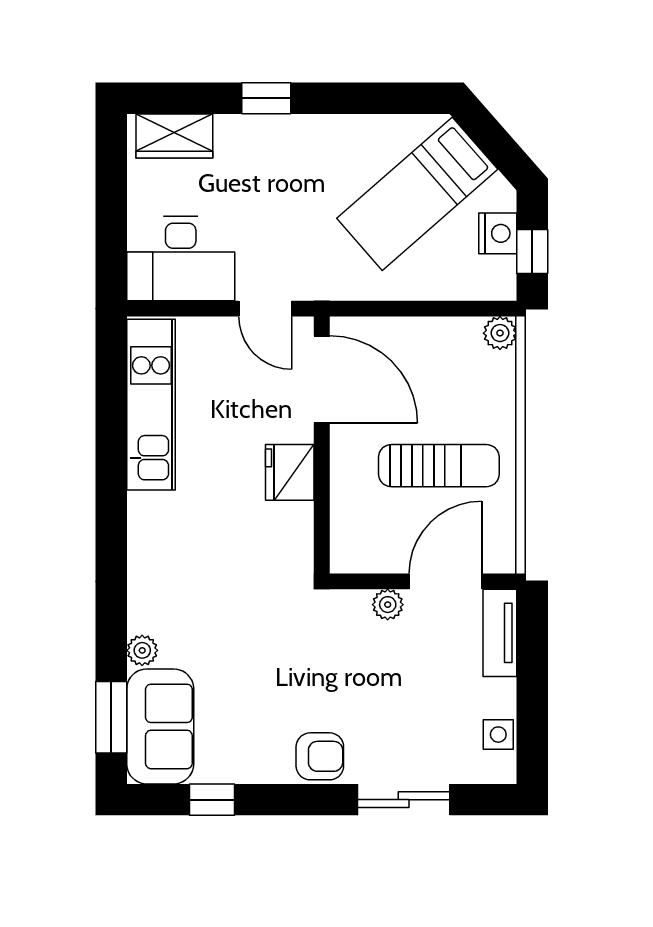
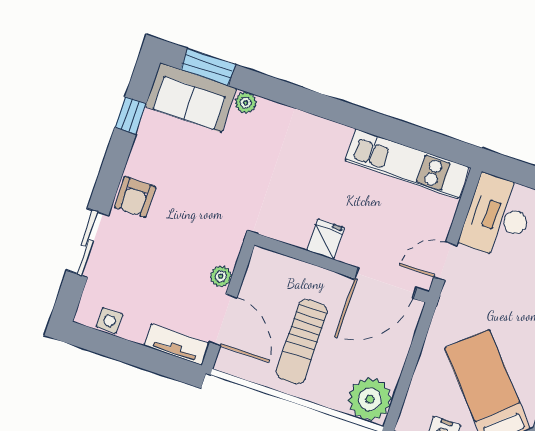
plant: (500, 333) -> (370, 399), width x1.88, depth x1.88
fridge: (290, 472) -> (326, 239), width x0.72

